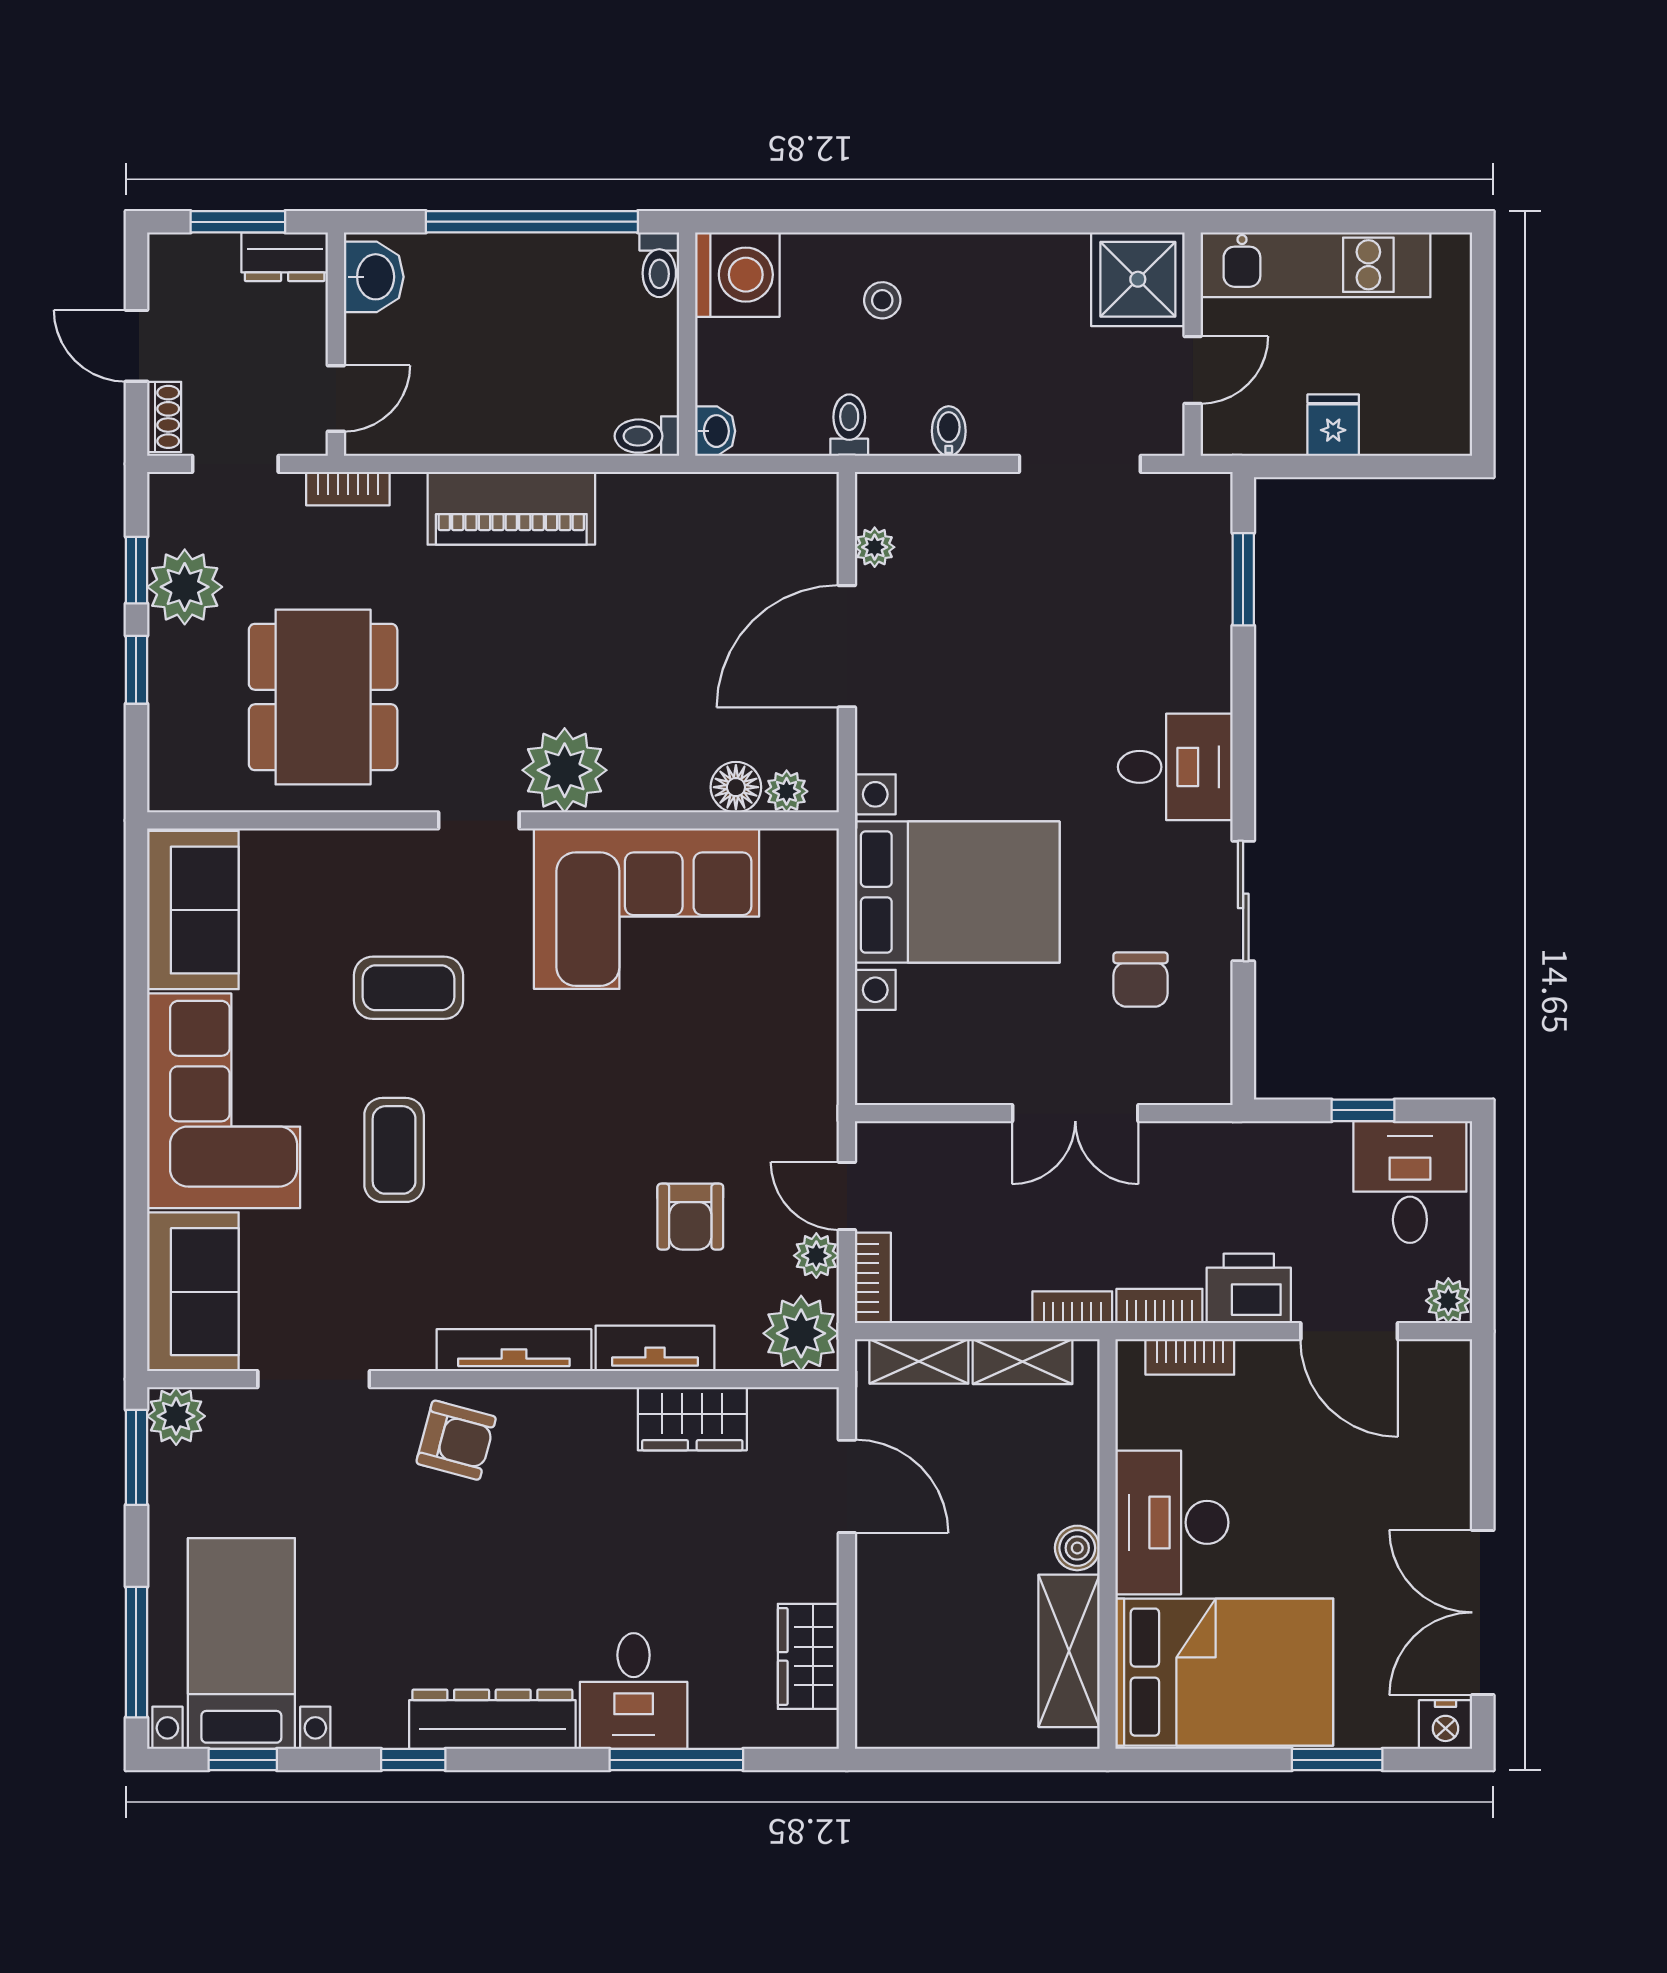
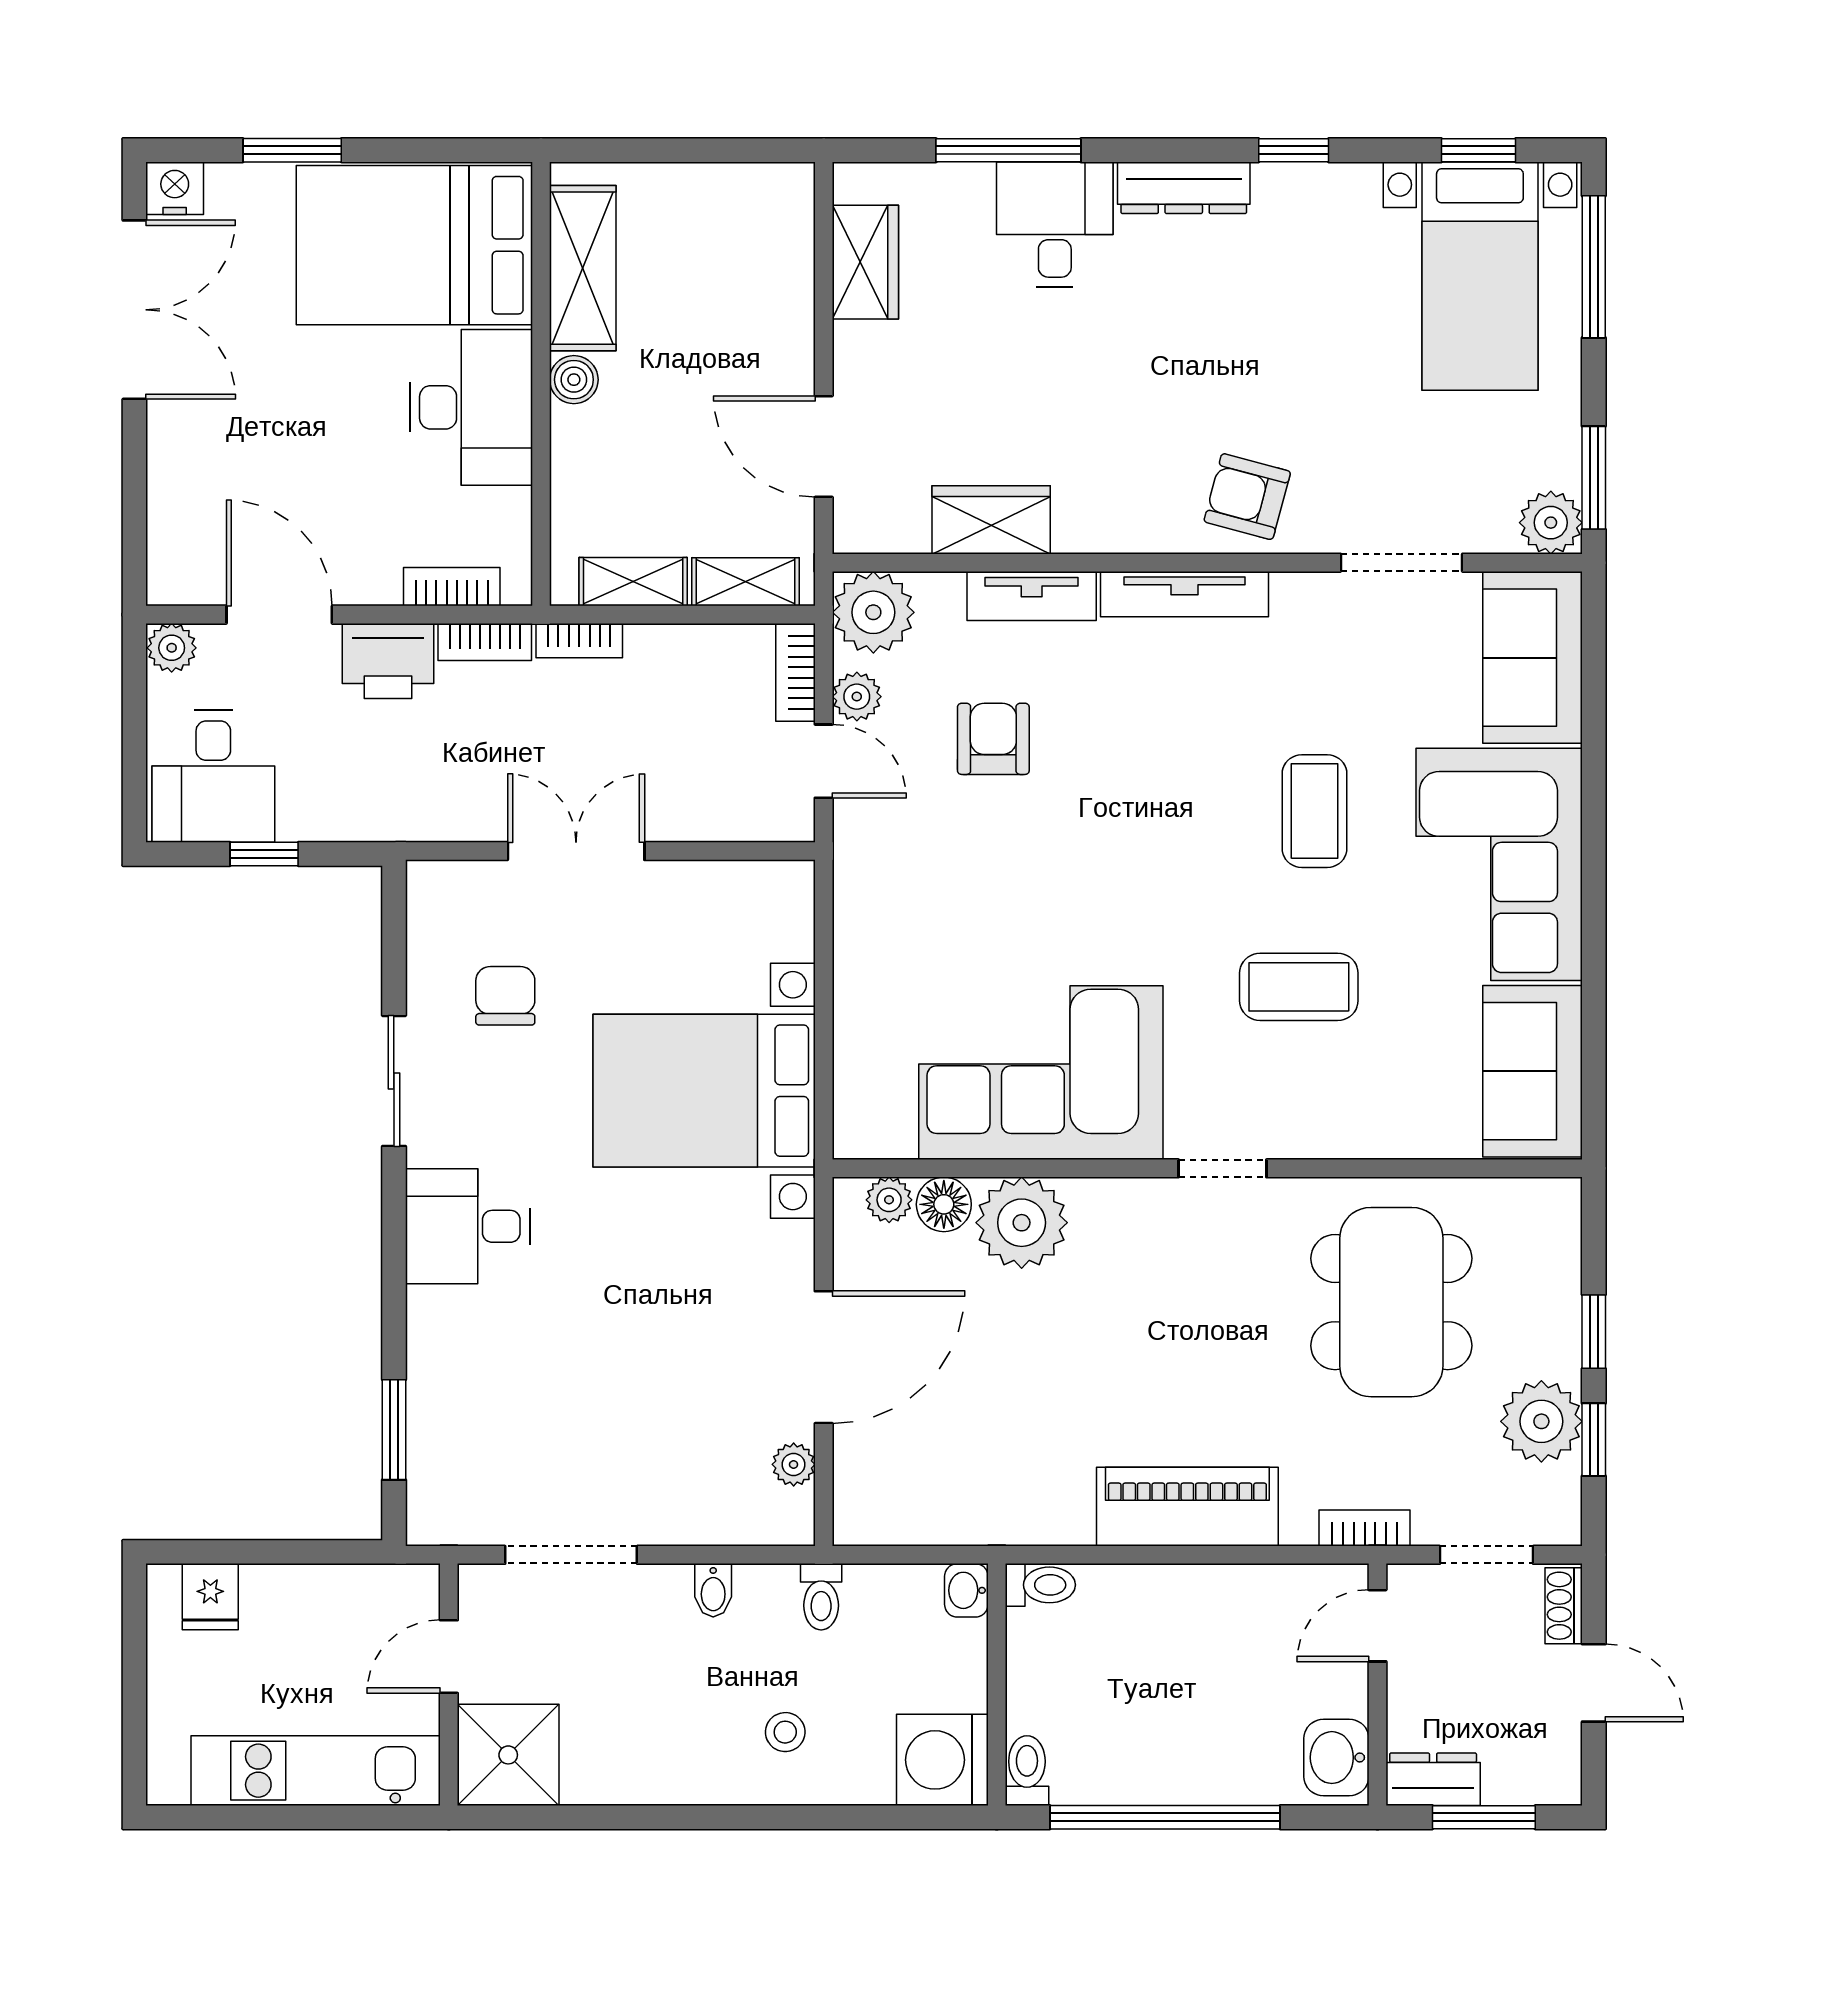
fridge: (1333, 425) -> (210, 1597), moved
plant: (565, 770) -> (1022, 1223), moved
dresser: (492, 1719) -> (1184, 188), width x0.73, depth x0.80

